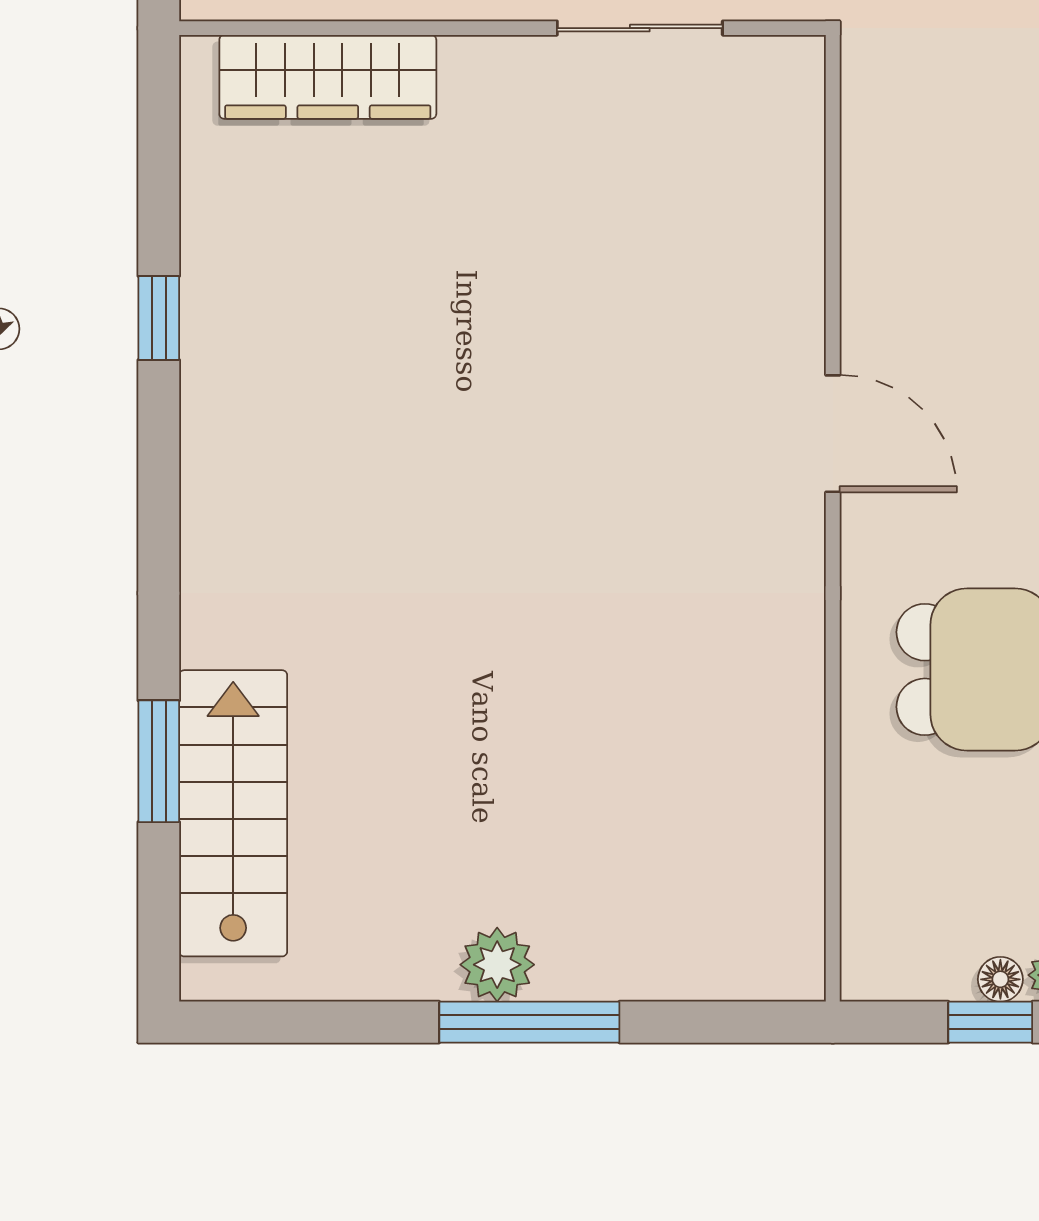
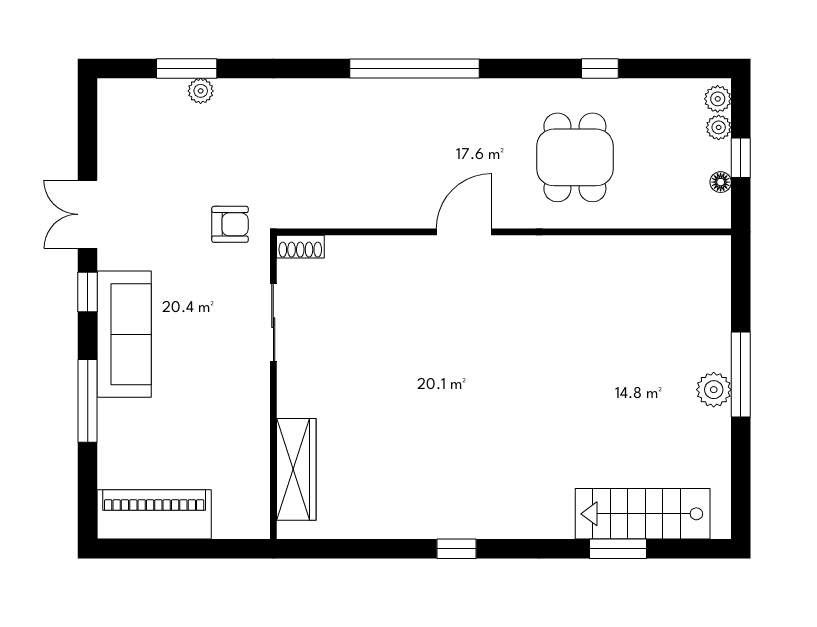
shoe rack: (801, 85) -> (300, 247), added
window: (159, 318) -> (457, 549), moved
floor lamp: (1000, 979) -> (721, 182), moved

